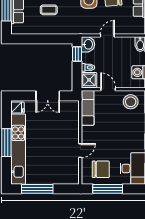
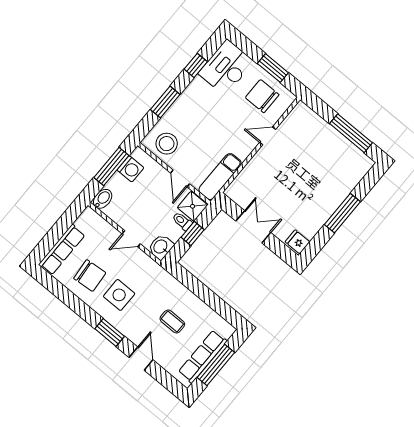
window: (77, 54) -> (193, 233), moved
kitchen unit: (18, 149) -> (335, 195), removed
window: (108, 189) -> (273, 68), width x0.69

